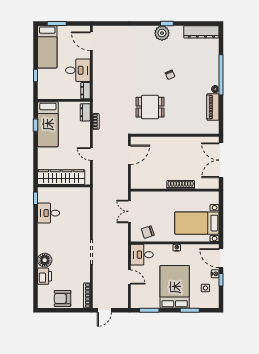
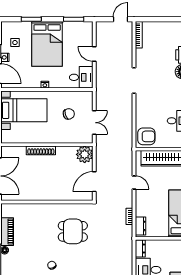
plant: (139, 181) -> (85, 154), added
chair: (148, 232) -> (69, 114), moved
armchair: (63, 298) -> (146, 136), moved

